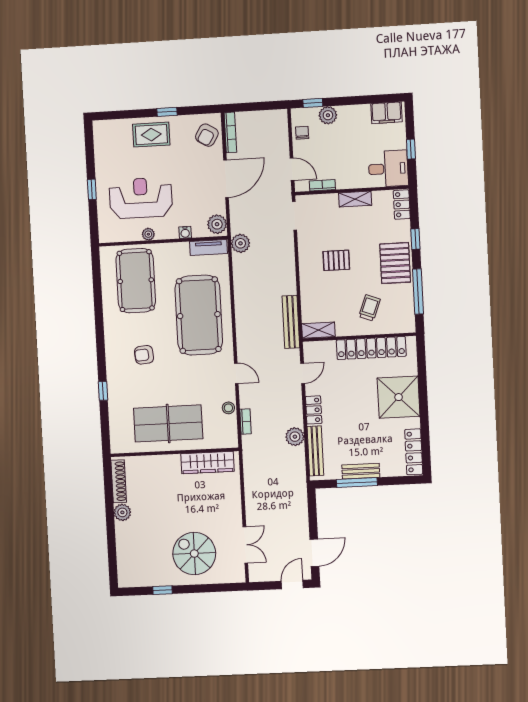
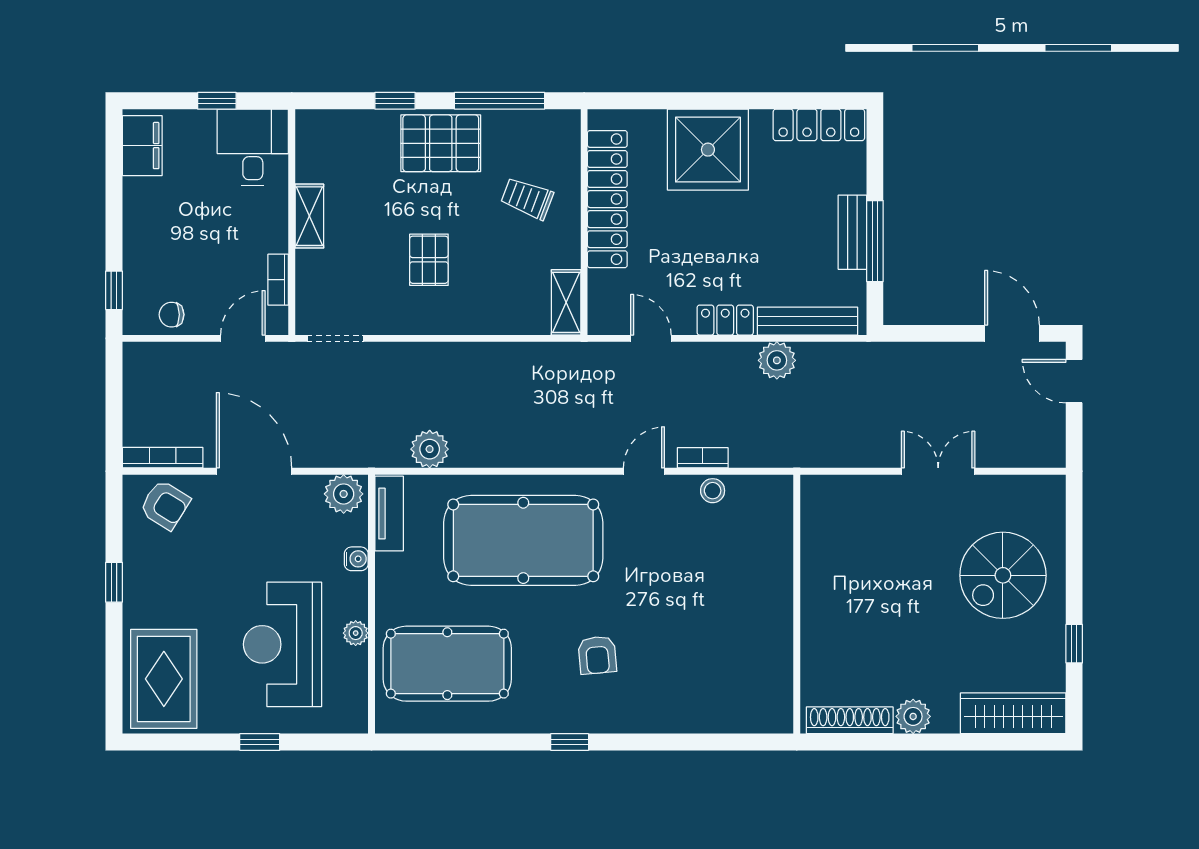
plant: (328, 115) -> (140, 262), removed
rug: (151, 135) -> (164, 679), moved, width x1.36, depth x1.43
locker: (402, 204) -> (325, 124), removed
plant: (240, 243) -> (430, 449), moved
bench: (291, 322) -> (547, 356), removed
window: (103, 391) -> (570, 742), moved
bookcase: (246, 422) -> (703, 458), moved
table tennis table: (168, 423) -> (738, 614), removed
wardrobe: (207, 463) -> (1013, 713), moved, turned -90
double door: (245, 545) -> (938, 471), moved

